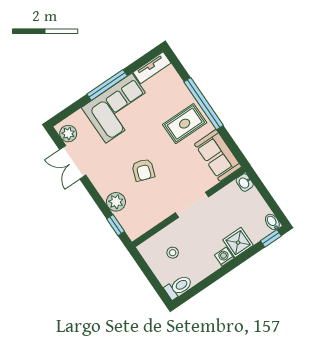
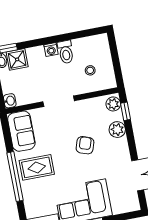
plant: (68, 134) -> (113, 104), moved
shower: (238, 243) -> (17, 59), moved
toilet: (178, 287) -> (66, 52), moved, turned -90

